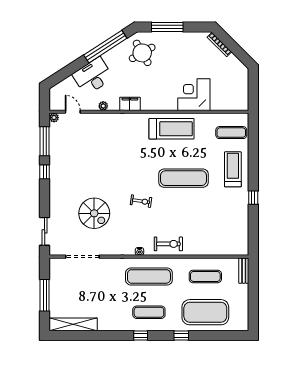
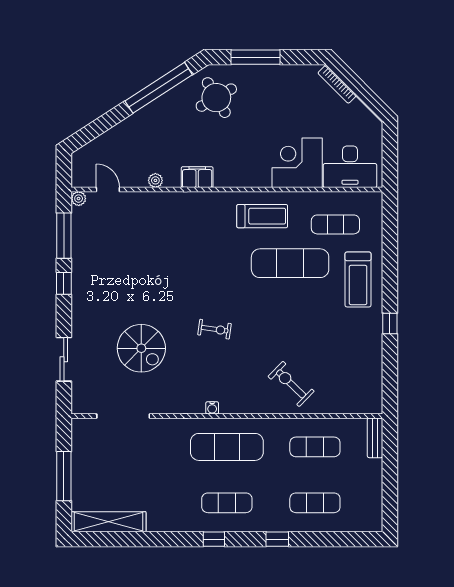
desk: (93, 76) -> (350, 167), moved, turned -147
treadmill: (172, 129) -> (262, 216), width x0.73, depth x0.73
exercise mat: (231, 133) -> (335, 224), moved
treadmill: (233, 169) -> (358, 280), turned 180
exercise mat: (184, 178) -> (290, 263), moved
sliding door: (45, 231) -> (64, 359), moved
exercise bike: (168, 244) -> (291, 384), moved, turned -136
exercise mat: (205, 312) -> (315, 503), width x0.50, depth x0.69

